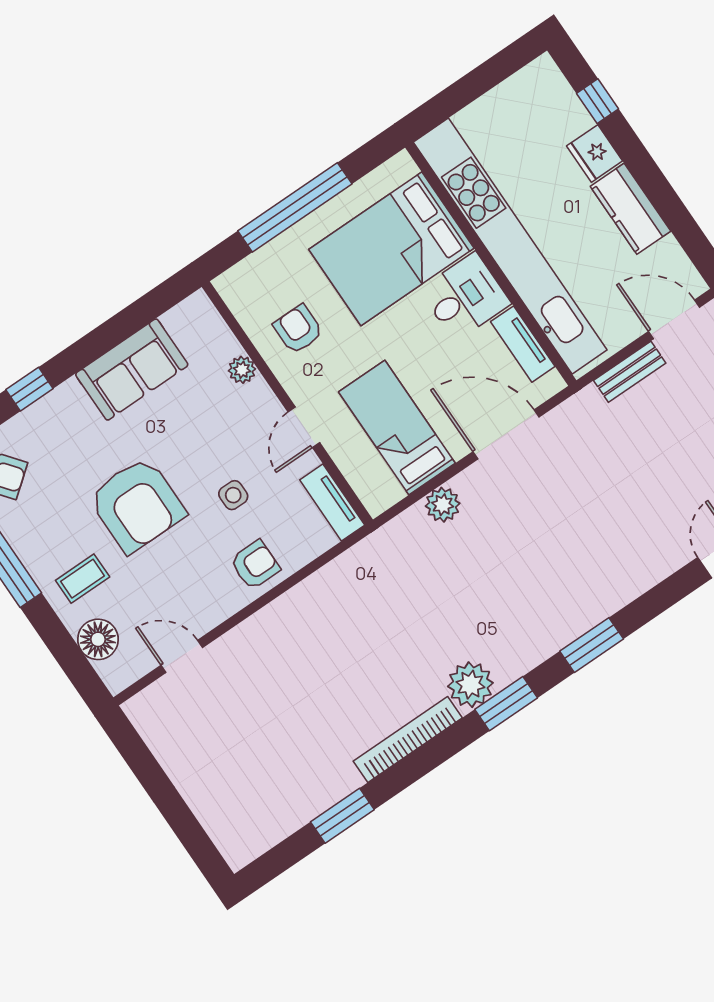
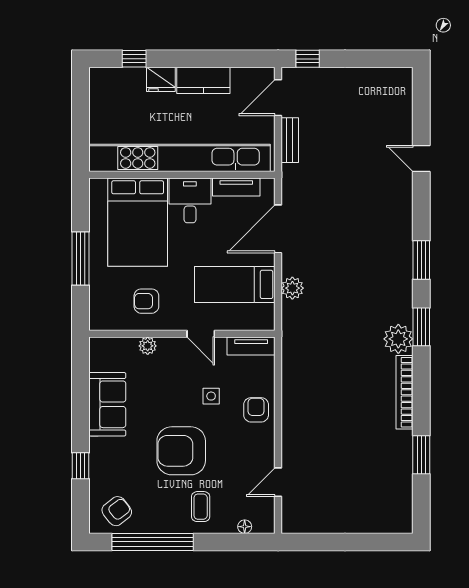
window: (295, 207) -> (80, 258), width x0.68
armchair: (137, 505) -> (181, 451), turned 180
floor lamp: (98, 639) -> (245, 527), width x0.53, depth x0.53

